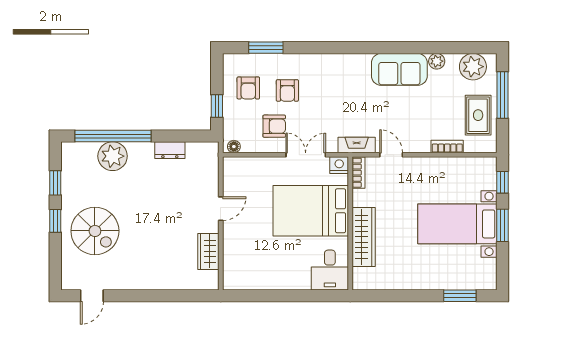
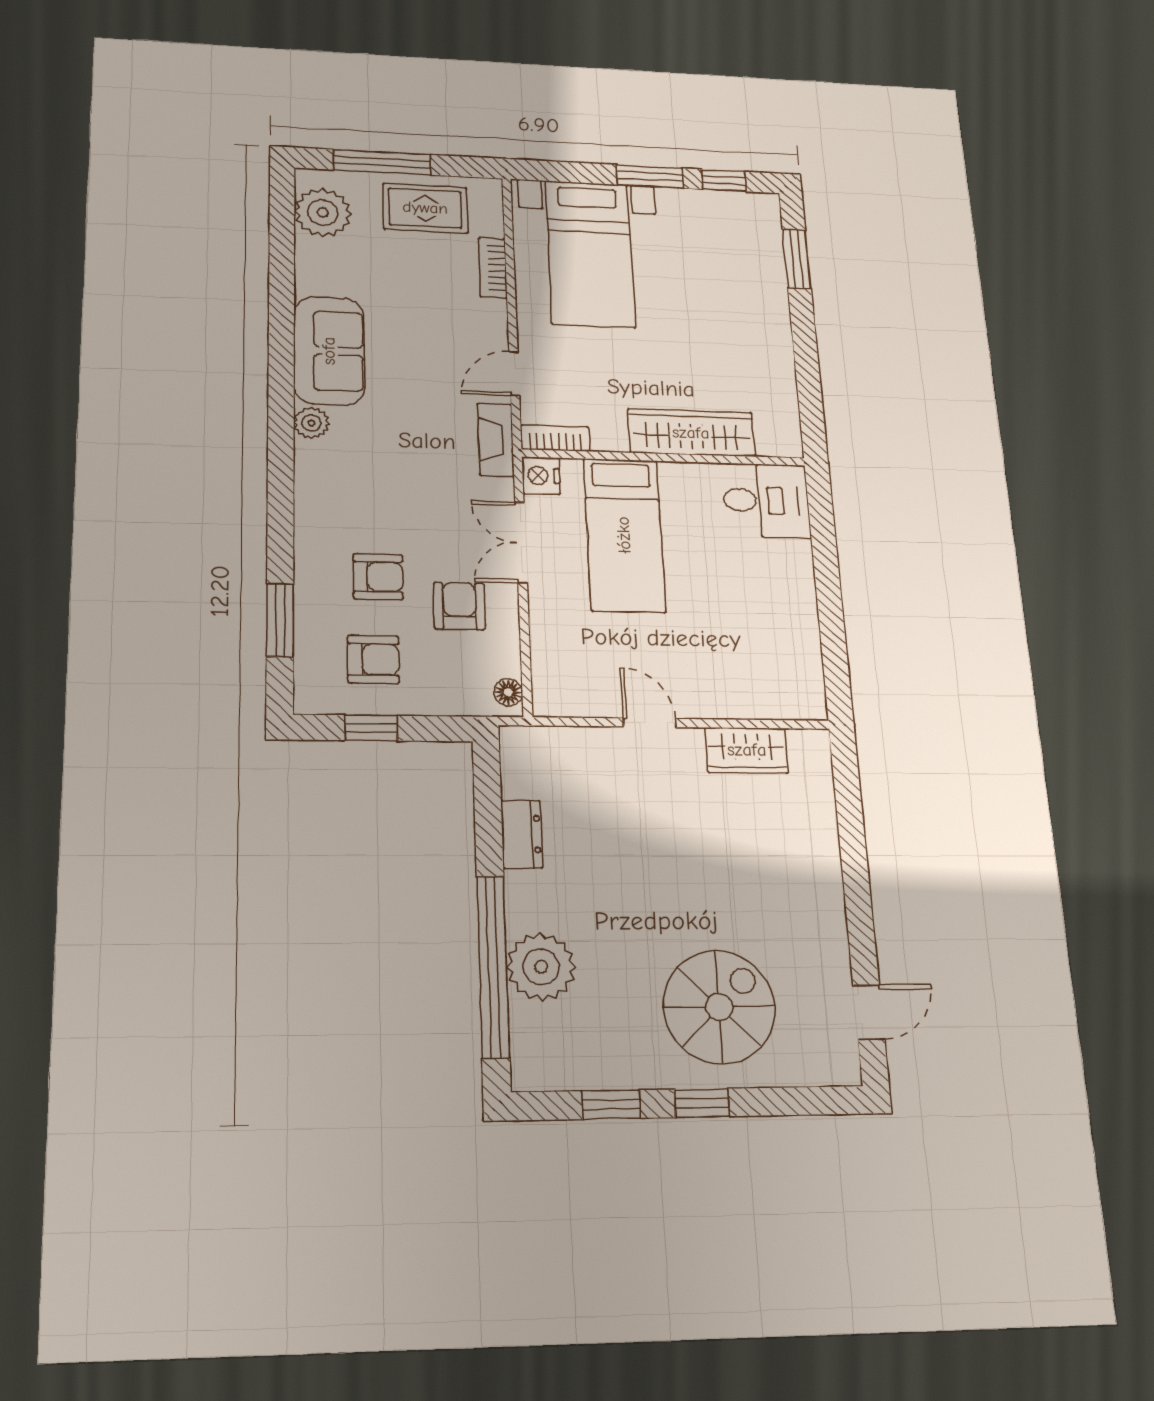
plant: (437, 61) -> (311, 423), moved
window: (217, 106) -> (371, 728), moved
window: (503, 182) -> (724, 180), moved
bed: (311, 211) -> (624, 535), width x0.67
bed with nightstands: (457, 224) -> (590, 254), moved
door: (92, 296) -> (869, 1012), hinge flipped

